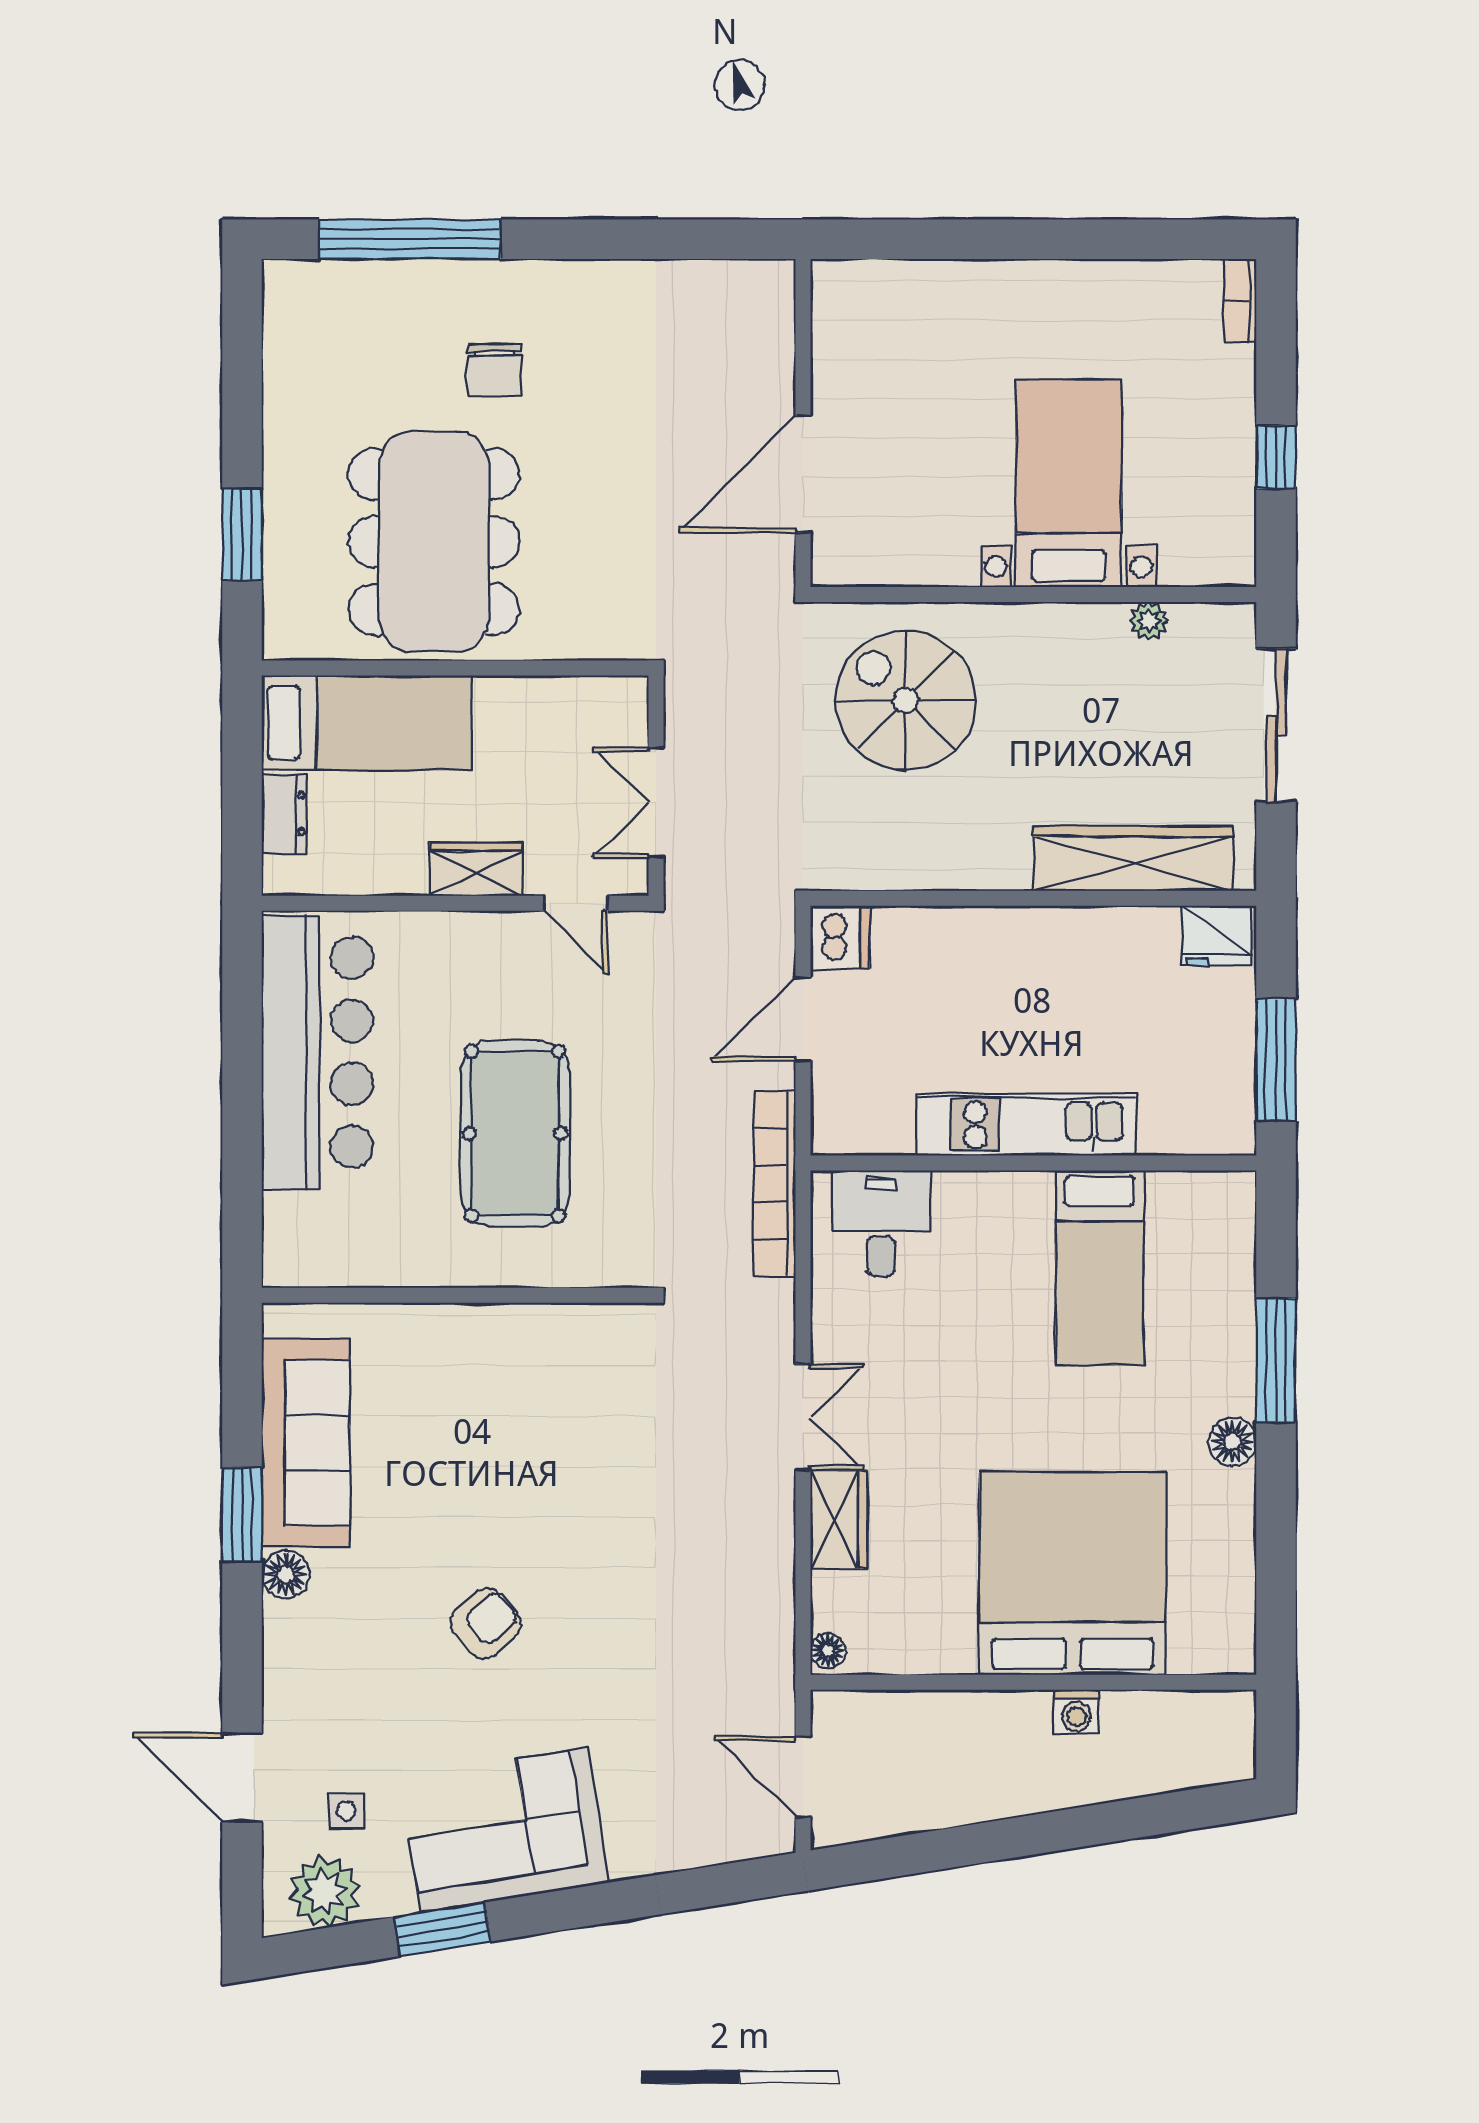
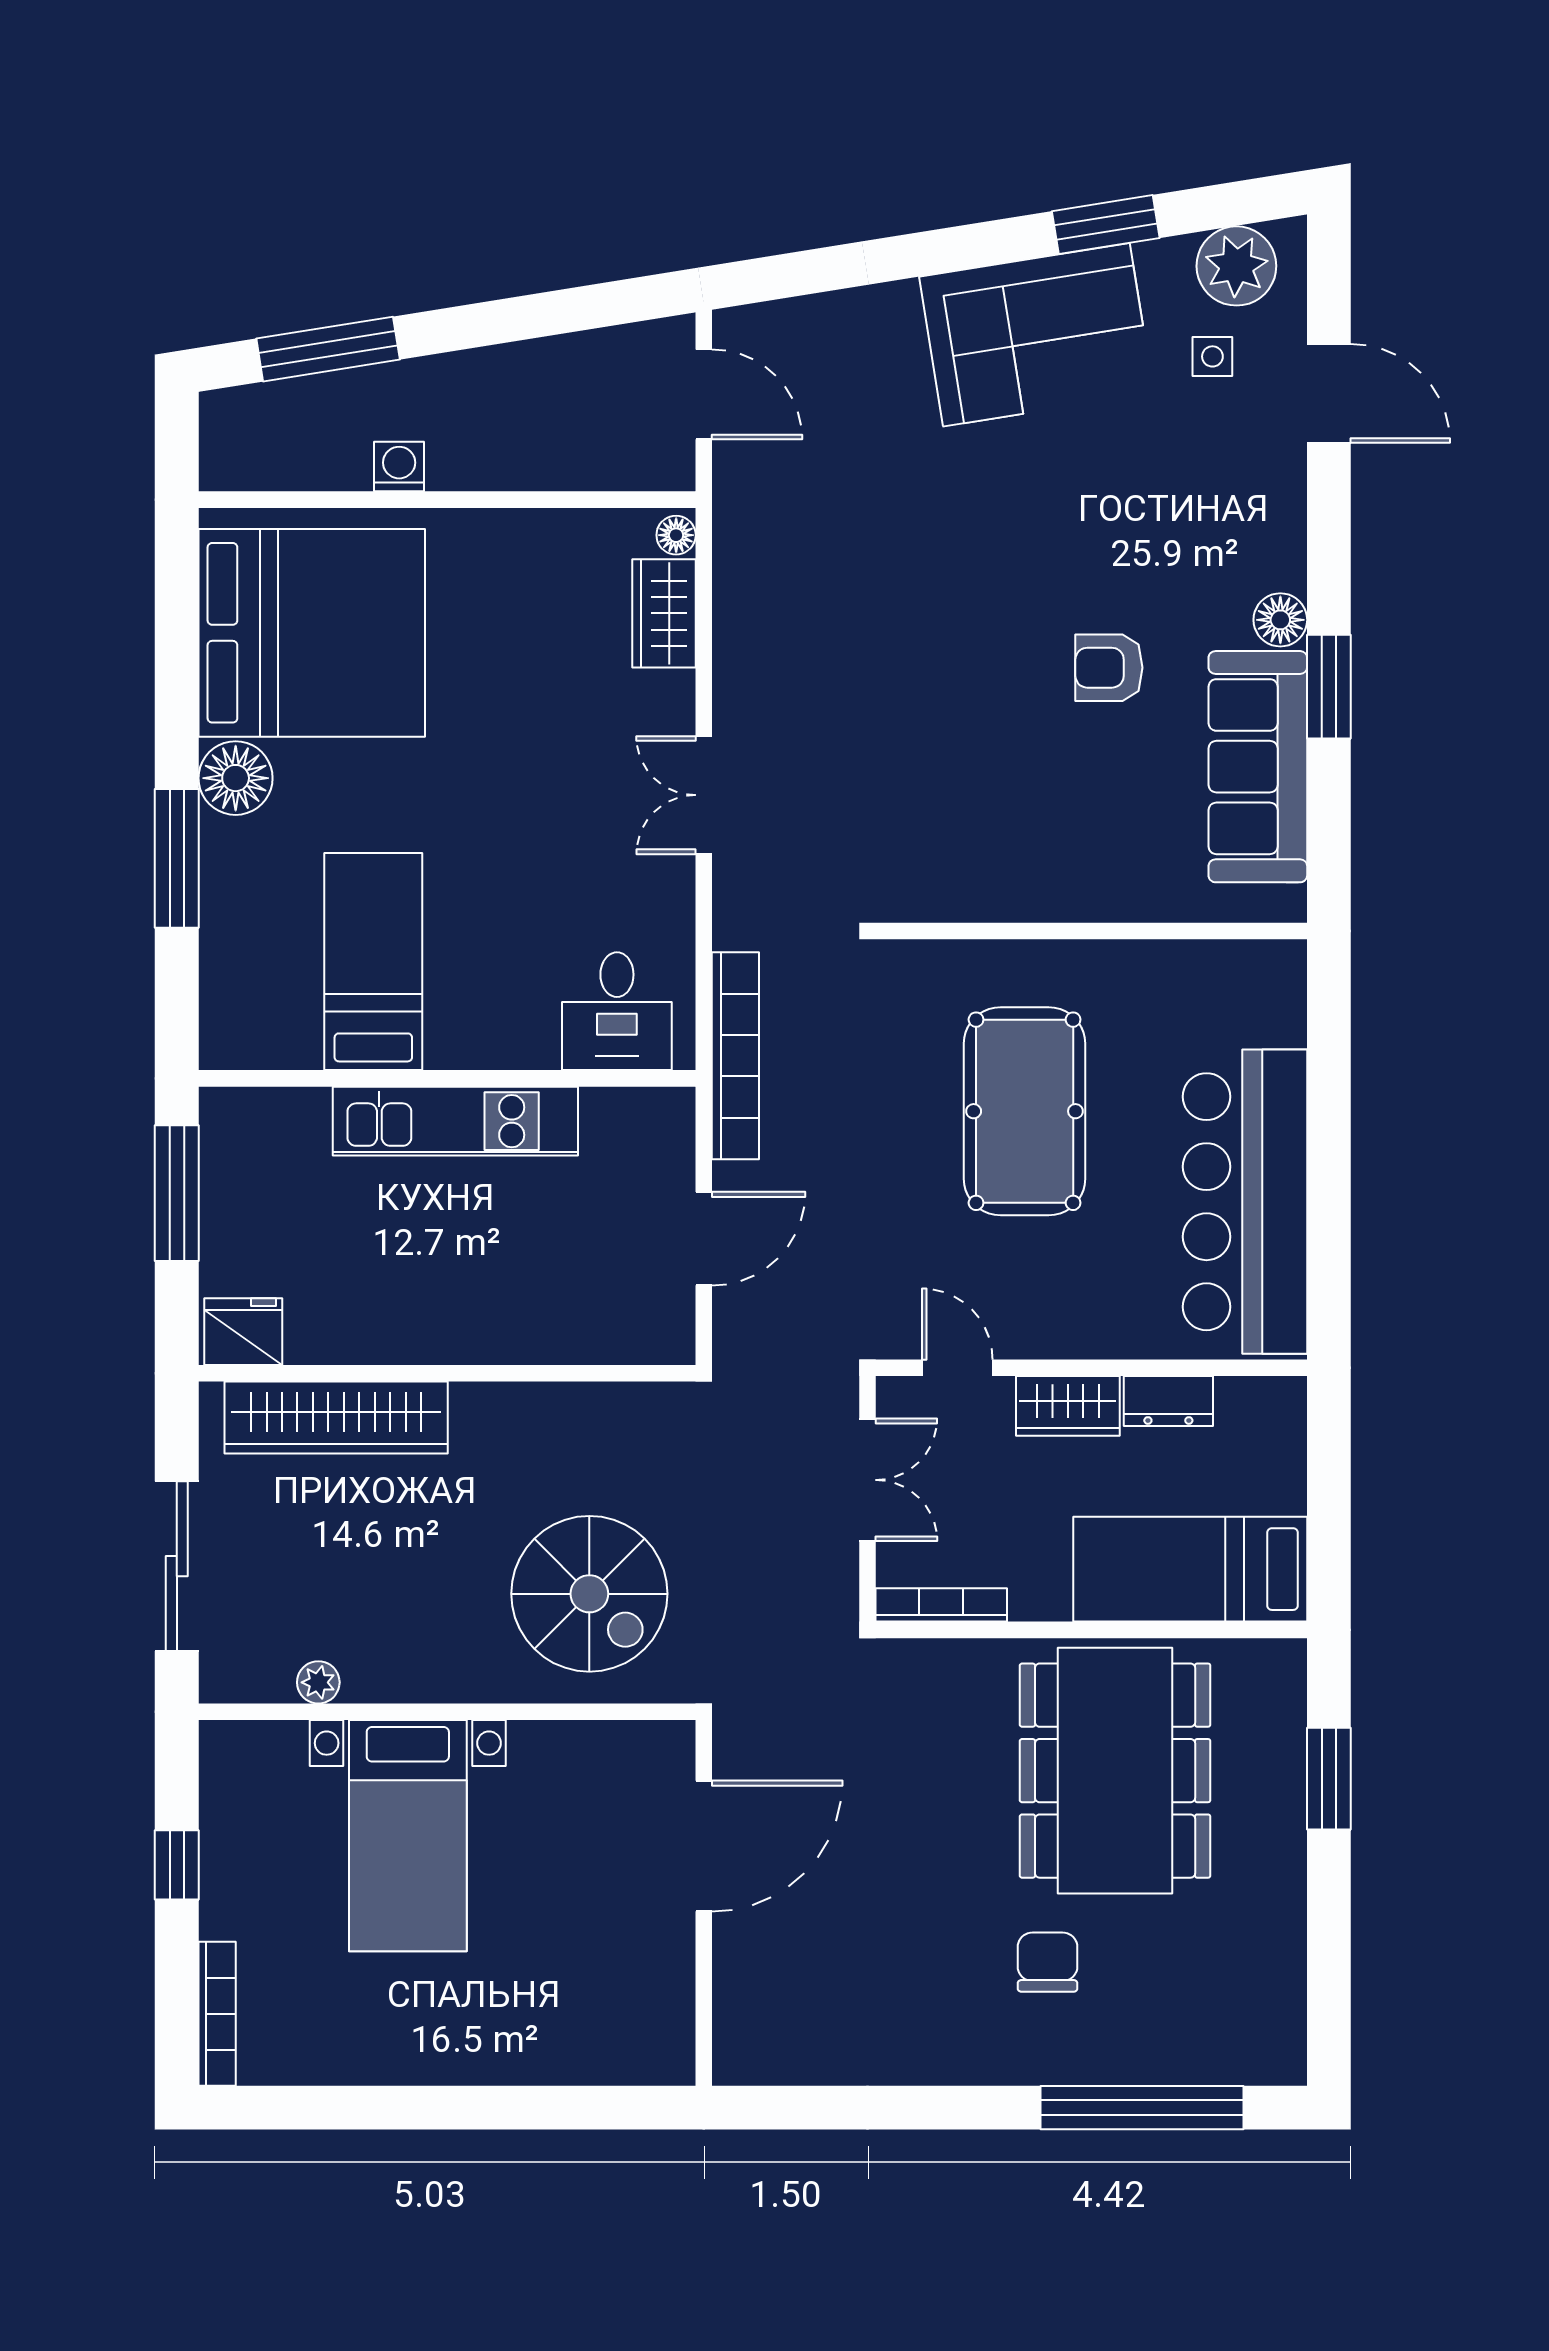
bookcase: (1240, 300) -> (217, 2014), width x1.56
bookcase: (590, 690) -> (941, 1605), added
dresser: (284, 814) -> (1168, 1401), moved, turned -90
dishwasher: (840, 937) -> (662, 1330), removed
floor lamp: (1232, 1441) -> (236, 778), width x1.38, depth x1.38
wardrobe: (839, 1520) -> (664, 613), moved
bed: (1073, 1574) -> (312, 633), moved, turned -90
armchair: (486, 1623) -> (1109, 668), moved, turned 41
window: (1140, 1818) -> (328, 349), added

